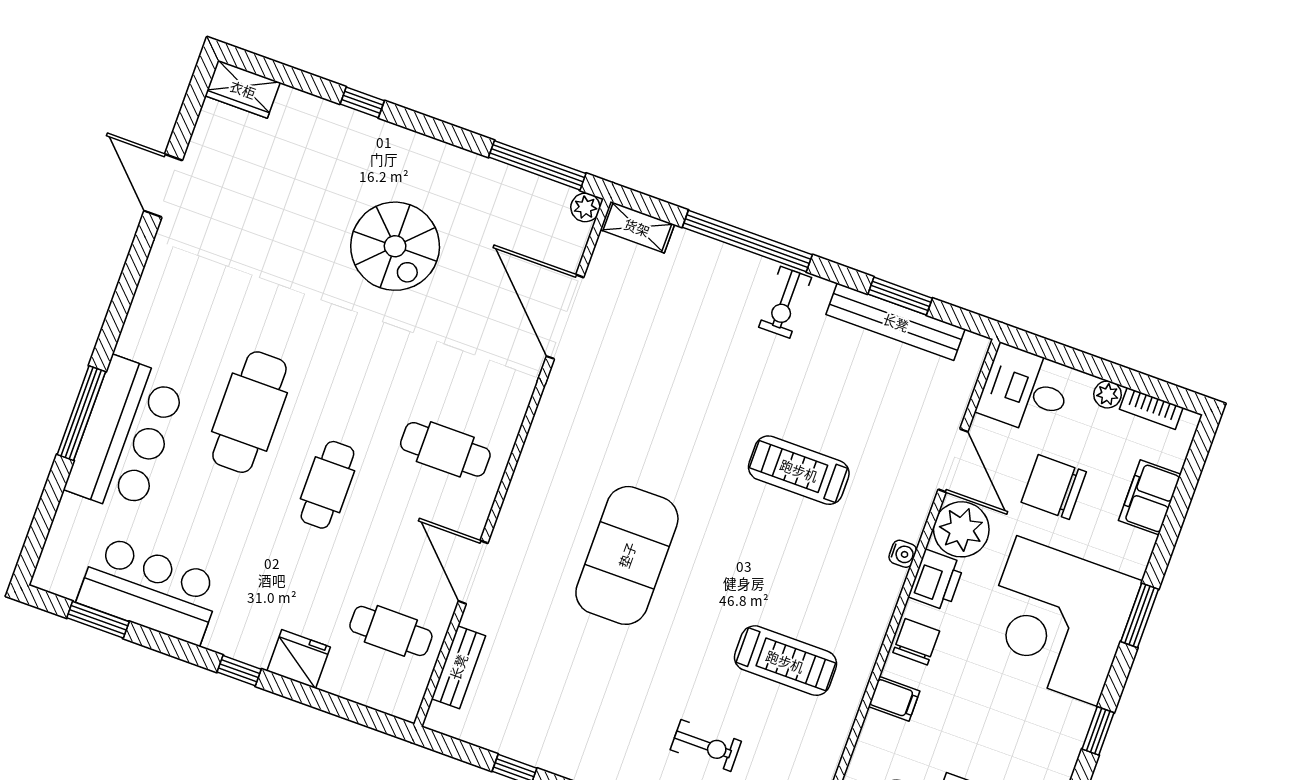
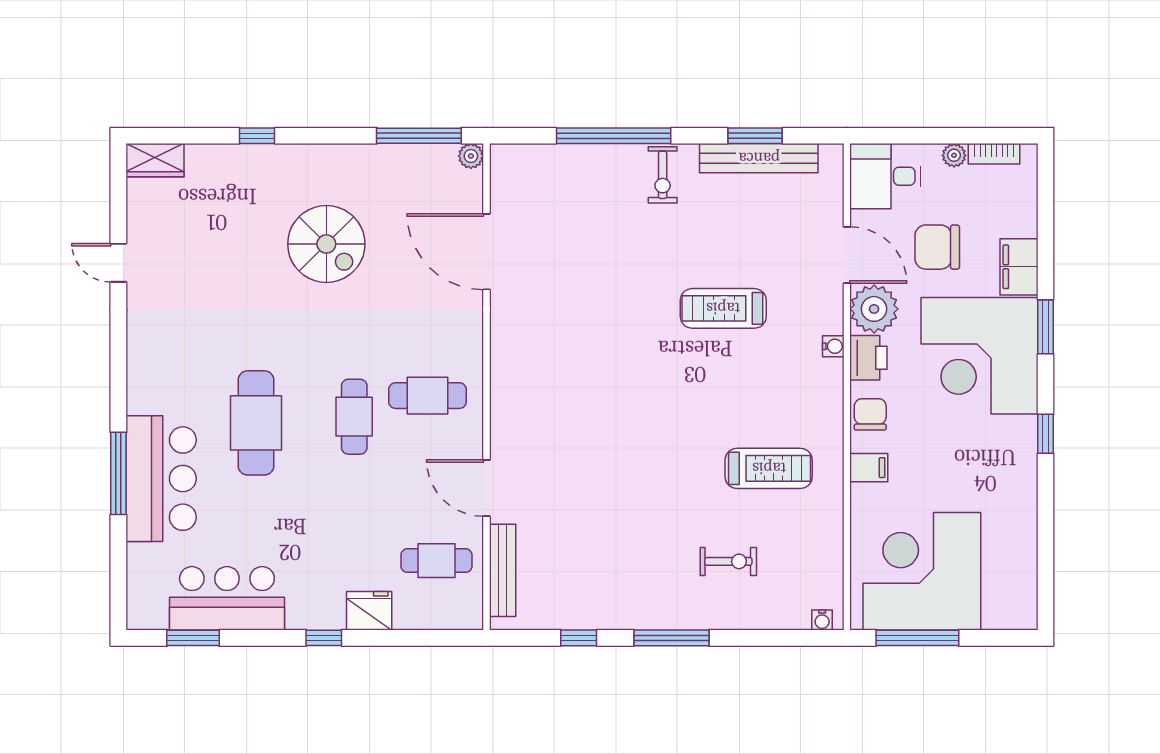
door: (163, 186) -> (118, 263), width x0.73
shelving: (637, 227) -> (519, 157), removed
cafe table: (327, 485) -> (354, 417), moved
filing cabinet: (1150, 497) -> (1019, 267), moved
exercise mat: (627, 555) -> (608, 429), removed
bench: (458, 667) -> (503, 570), width x1.36

